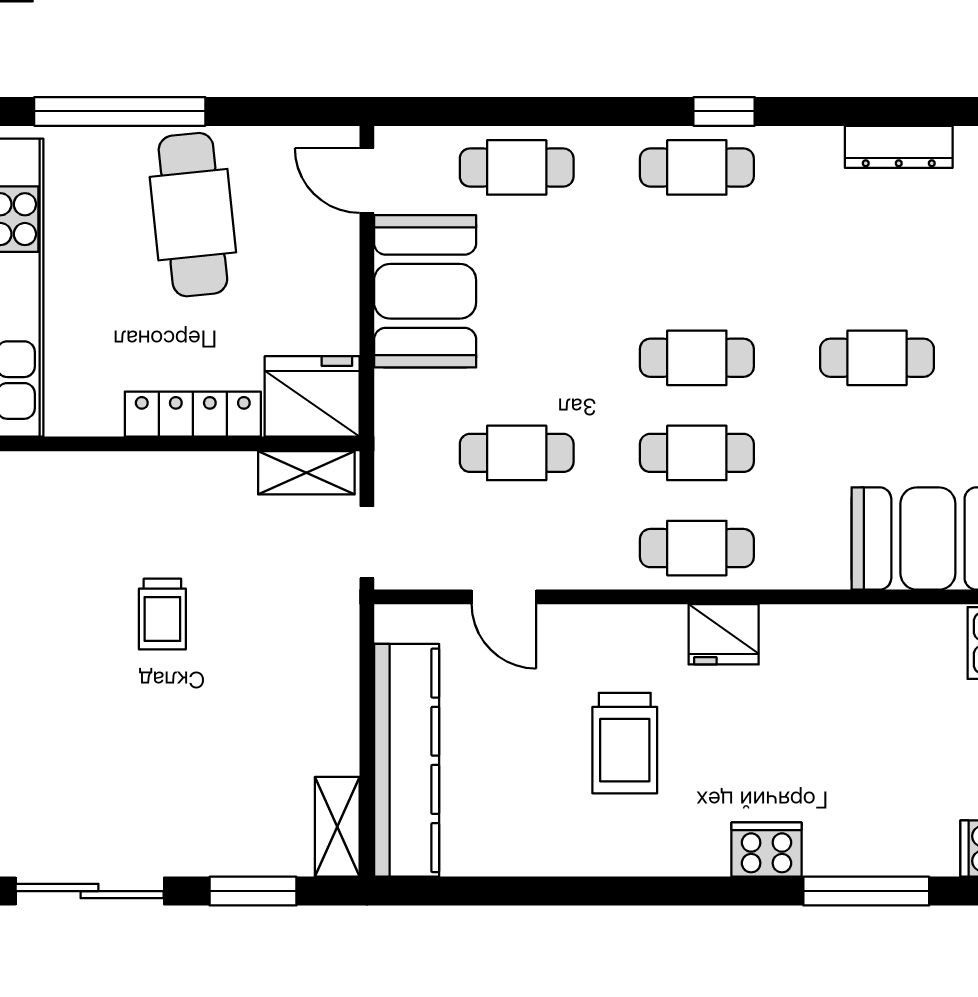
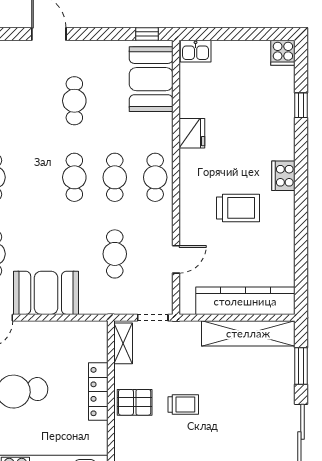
fridge: (312, 396) -> (91, 341), removed
pallet: (168, 500) -> (135, 402), added
fridge: (724, 634) -> (192, 133), moved
shelving: (337, 827) -> (248, 333), width x2.20, depth x1.33
cooker: (767, 850) -> (283, 176), moved
window: (866, 891) -> (301, 105), width x0.46

